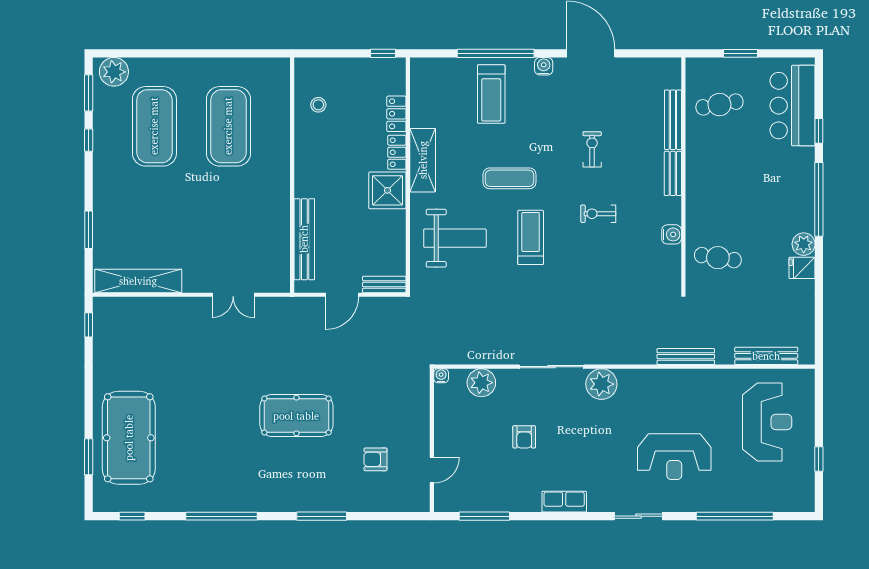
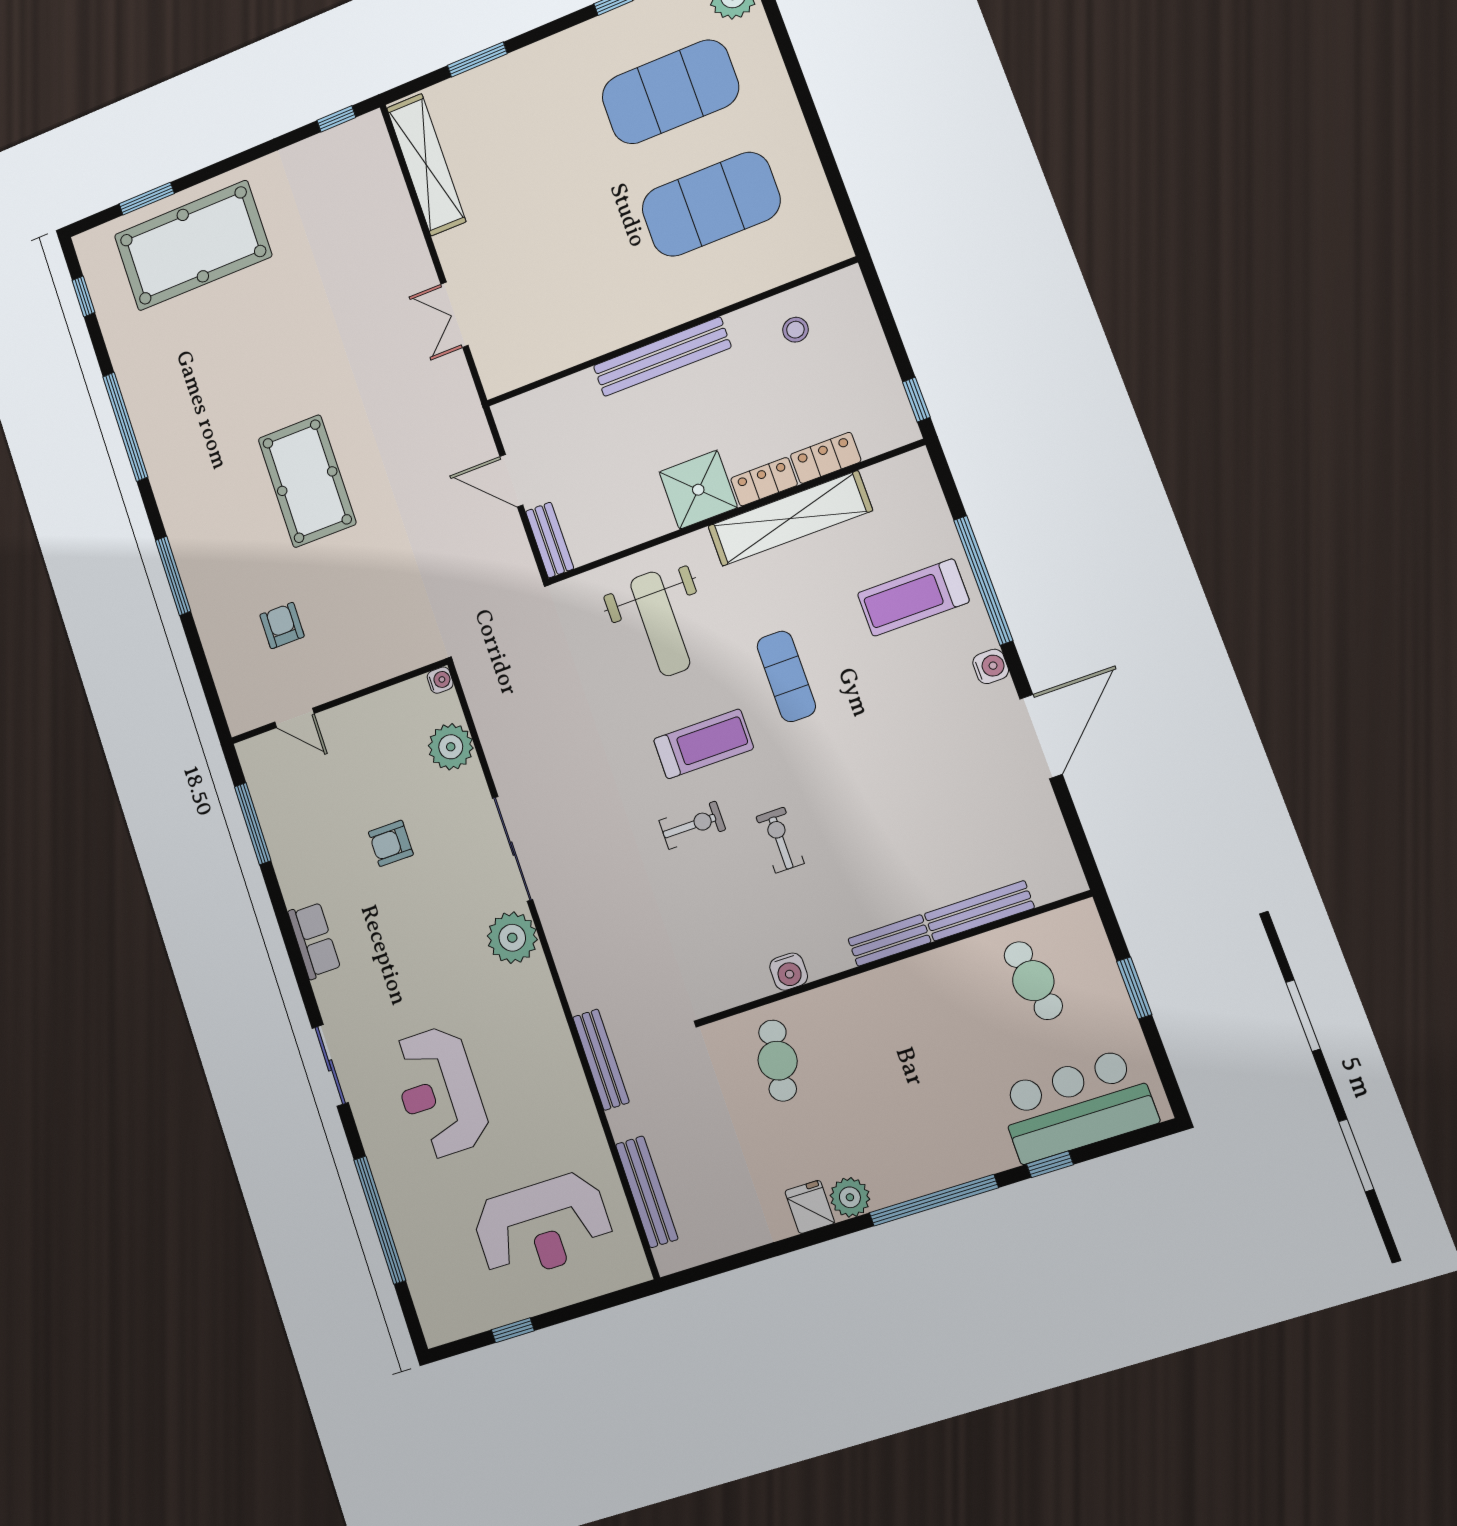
exercise bike: (592, 149) -> (692, 825), moved
shelving: (423, 160) -> (790, 518), width x1.47
bench: (304, 239) -> (662, 357), moved

